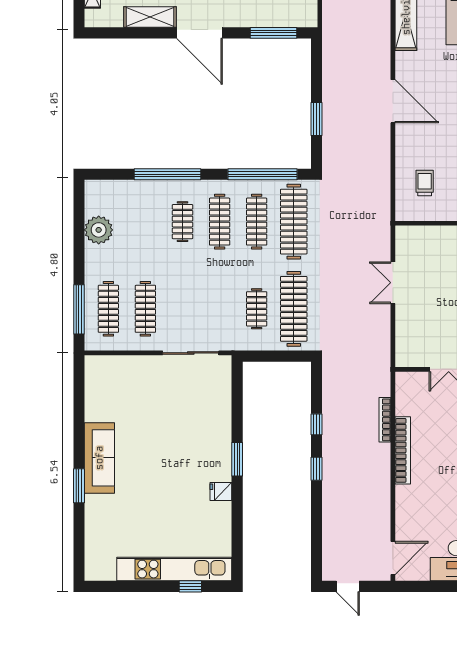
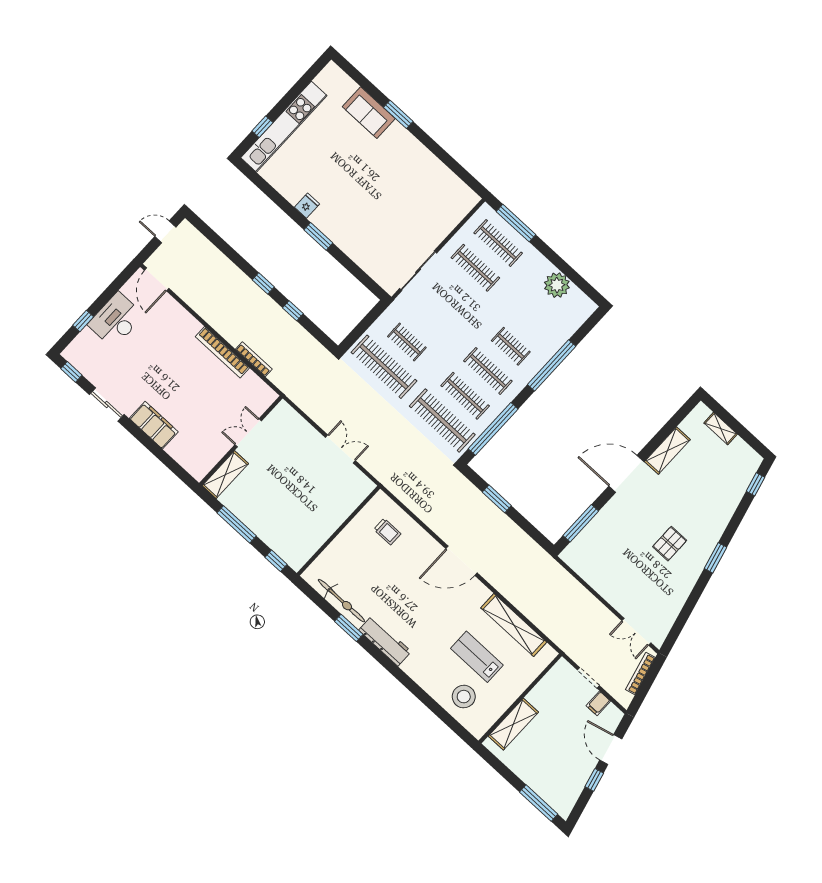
sofa: (99, 458) -> (369, 113), moved, width x0.73

